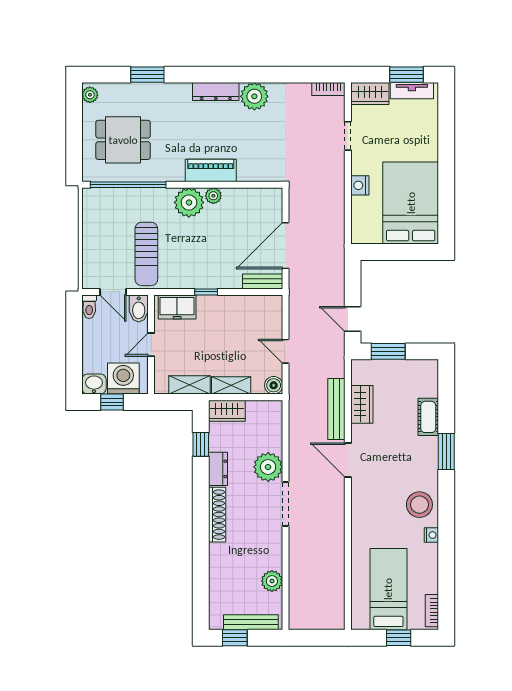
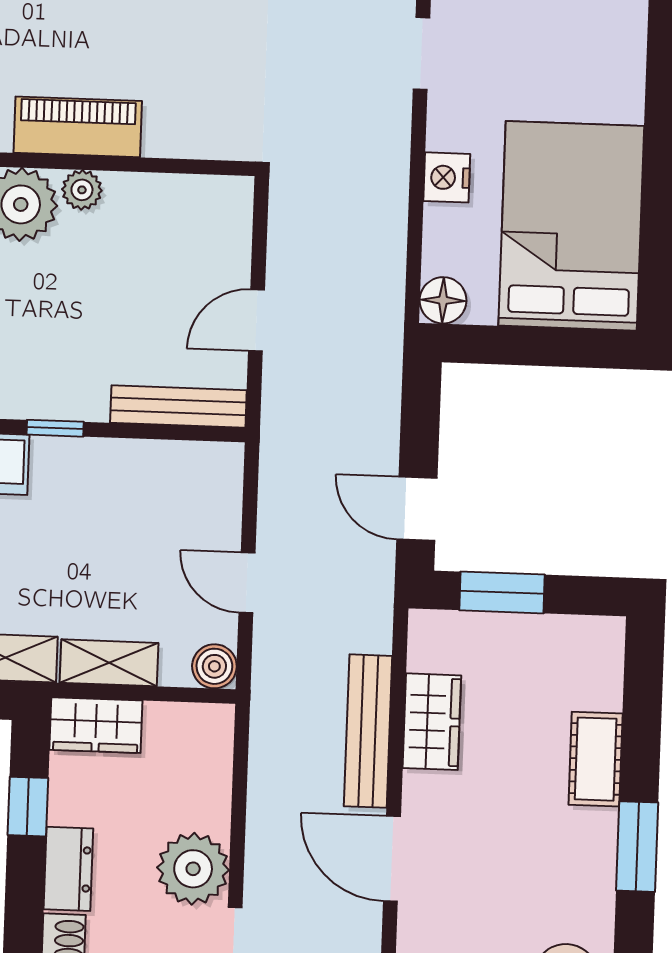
floor lamp: (360, 235) -> (443, 300), added
door: (285, 246) -> (257, 320), width x0.53
bench: (263, 281) -> (178, 407), width x1.36

